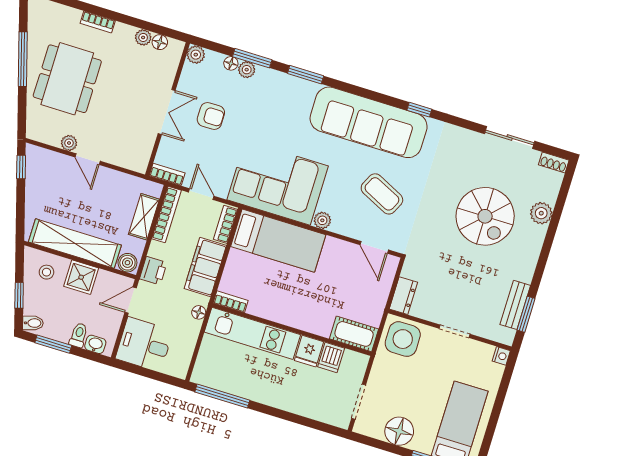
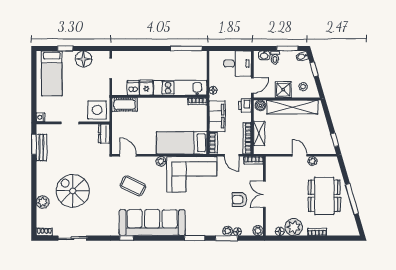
plant: (143, 37) -> (294, 227), width x1.87, depth x1.87

